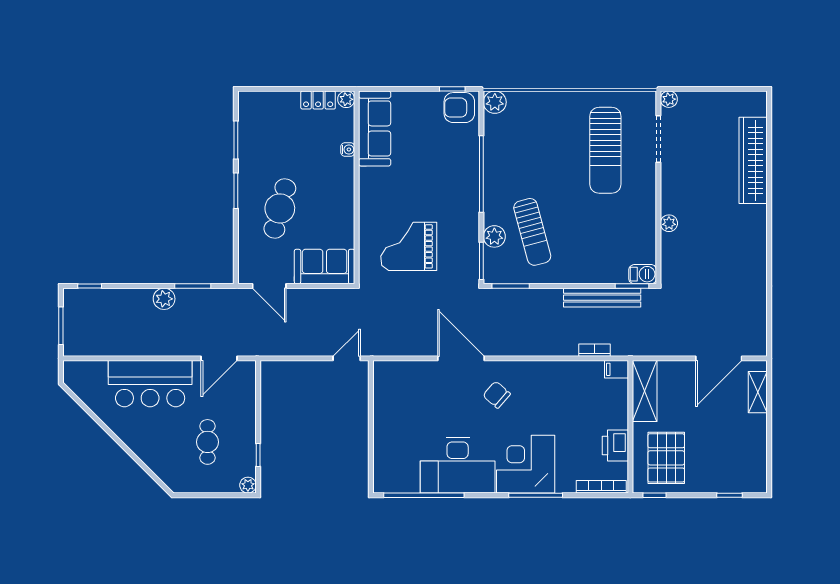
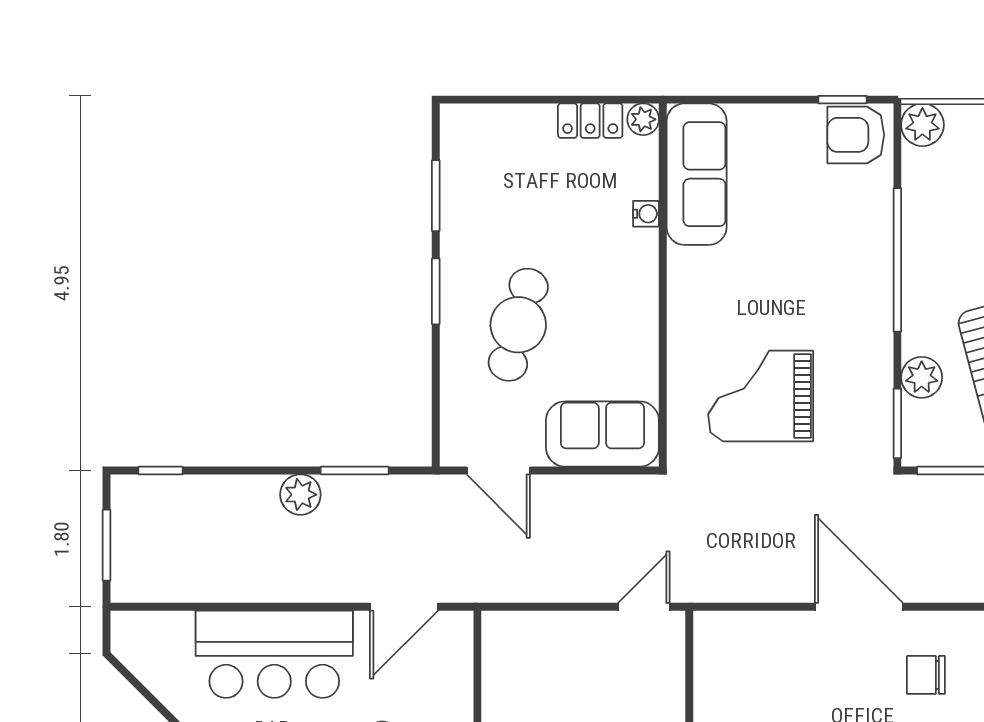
chair: (497, 395) -> (926, 675), turned -41

